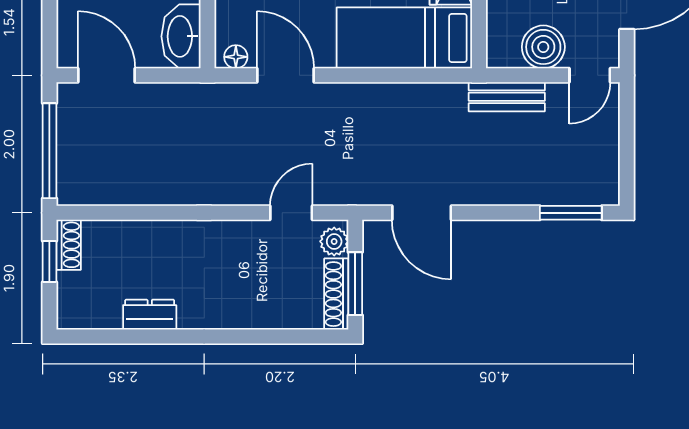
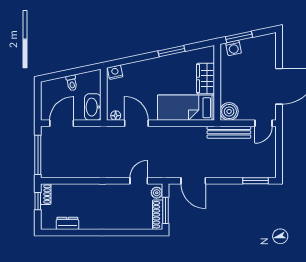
boiler: (543, 47) -> (229, 111), moved
door: (107, 75) -> (62, 123), hinge flipped
bench: (507, 97) -> (229, 132), width x1.36
dresser: (150, 315) -> (67, 223), moved

